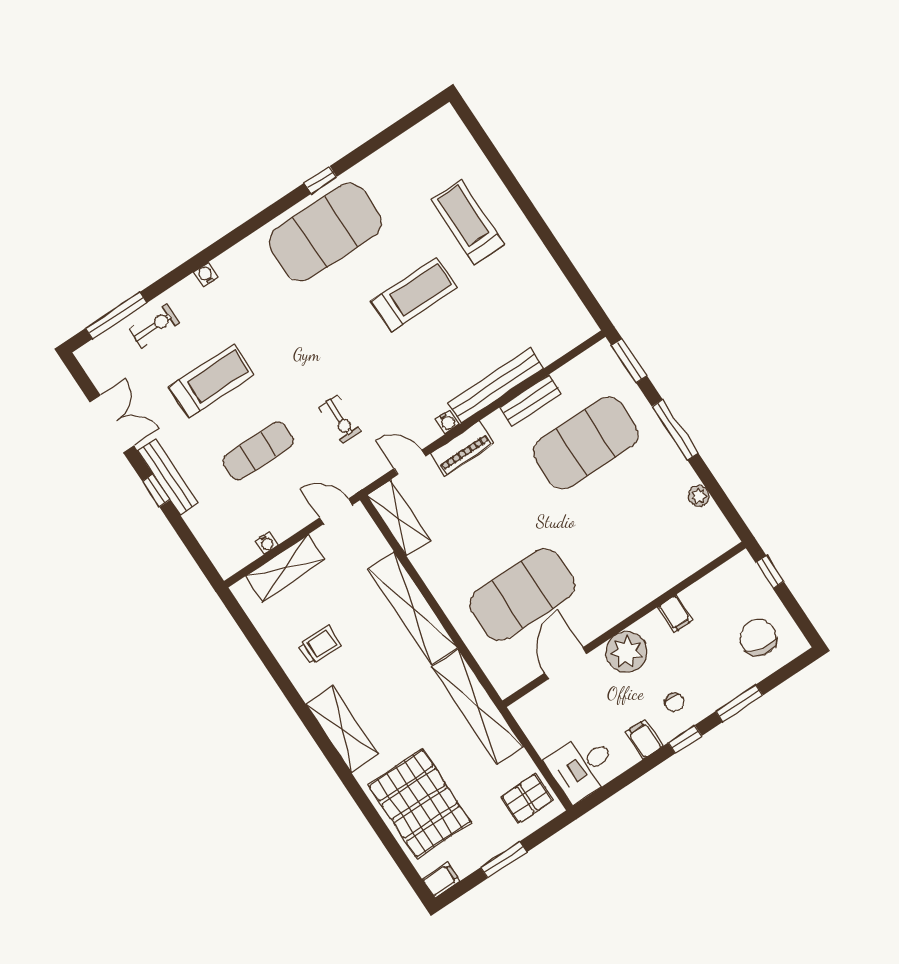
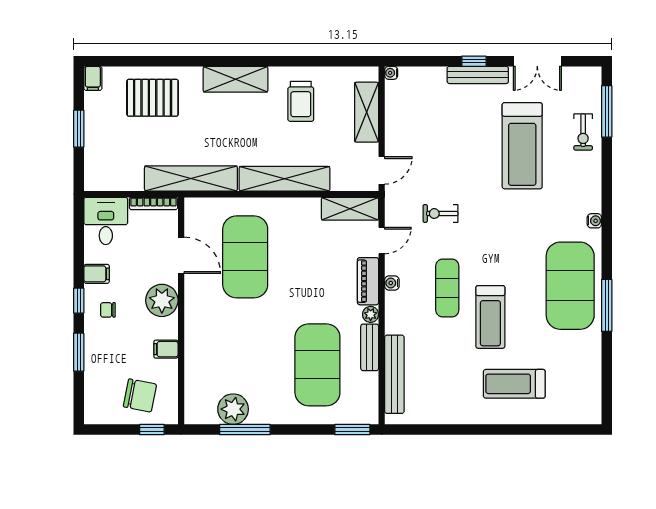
window: (320, 180) -> (607, 305), width x2.17
treadmill: (468, 222) -> (514, 384), turned 180
water cooler: (206, 275) -> (594, 221), moved
treadmill: (211, 381) -> (522, 146), width x1.37, depth x1.38
bench: (496, 386) -> (394, 374), moved
plant: (495, 422) -> (371, 314), added
window: (675, 430) -> (245, 430), moved
exercise mat: (258, 451) -> (447, 288), moved
plant: (699, 496) -> (233, 409), width x1.88, depth x1.88
water cooler: (267, 543) -> (391, 73), moved
chair: (758, 638) -> (140, 395), moved
trolley: (320, 645) -> (301, 101), width x1.36, depth x1.39
bookcase: (530, 729) -> (153, 203), added
pallet: (527, 799) -> (109, 171), removed
pallet: (420, 804) -> (153, 98), width x0.73, depth x0.71

